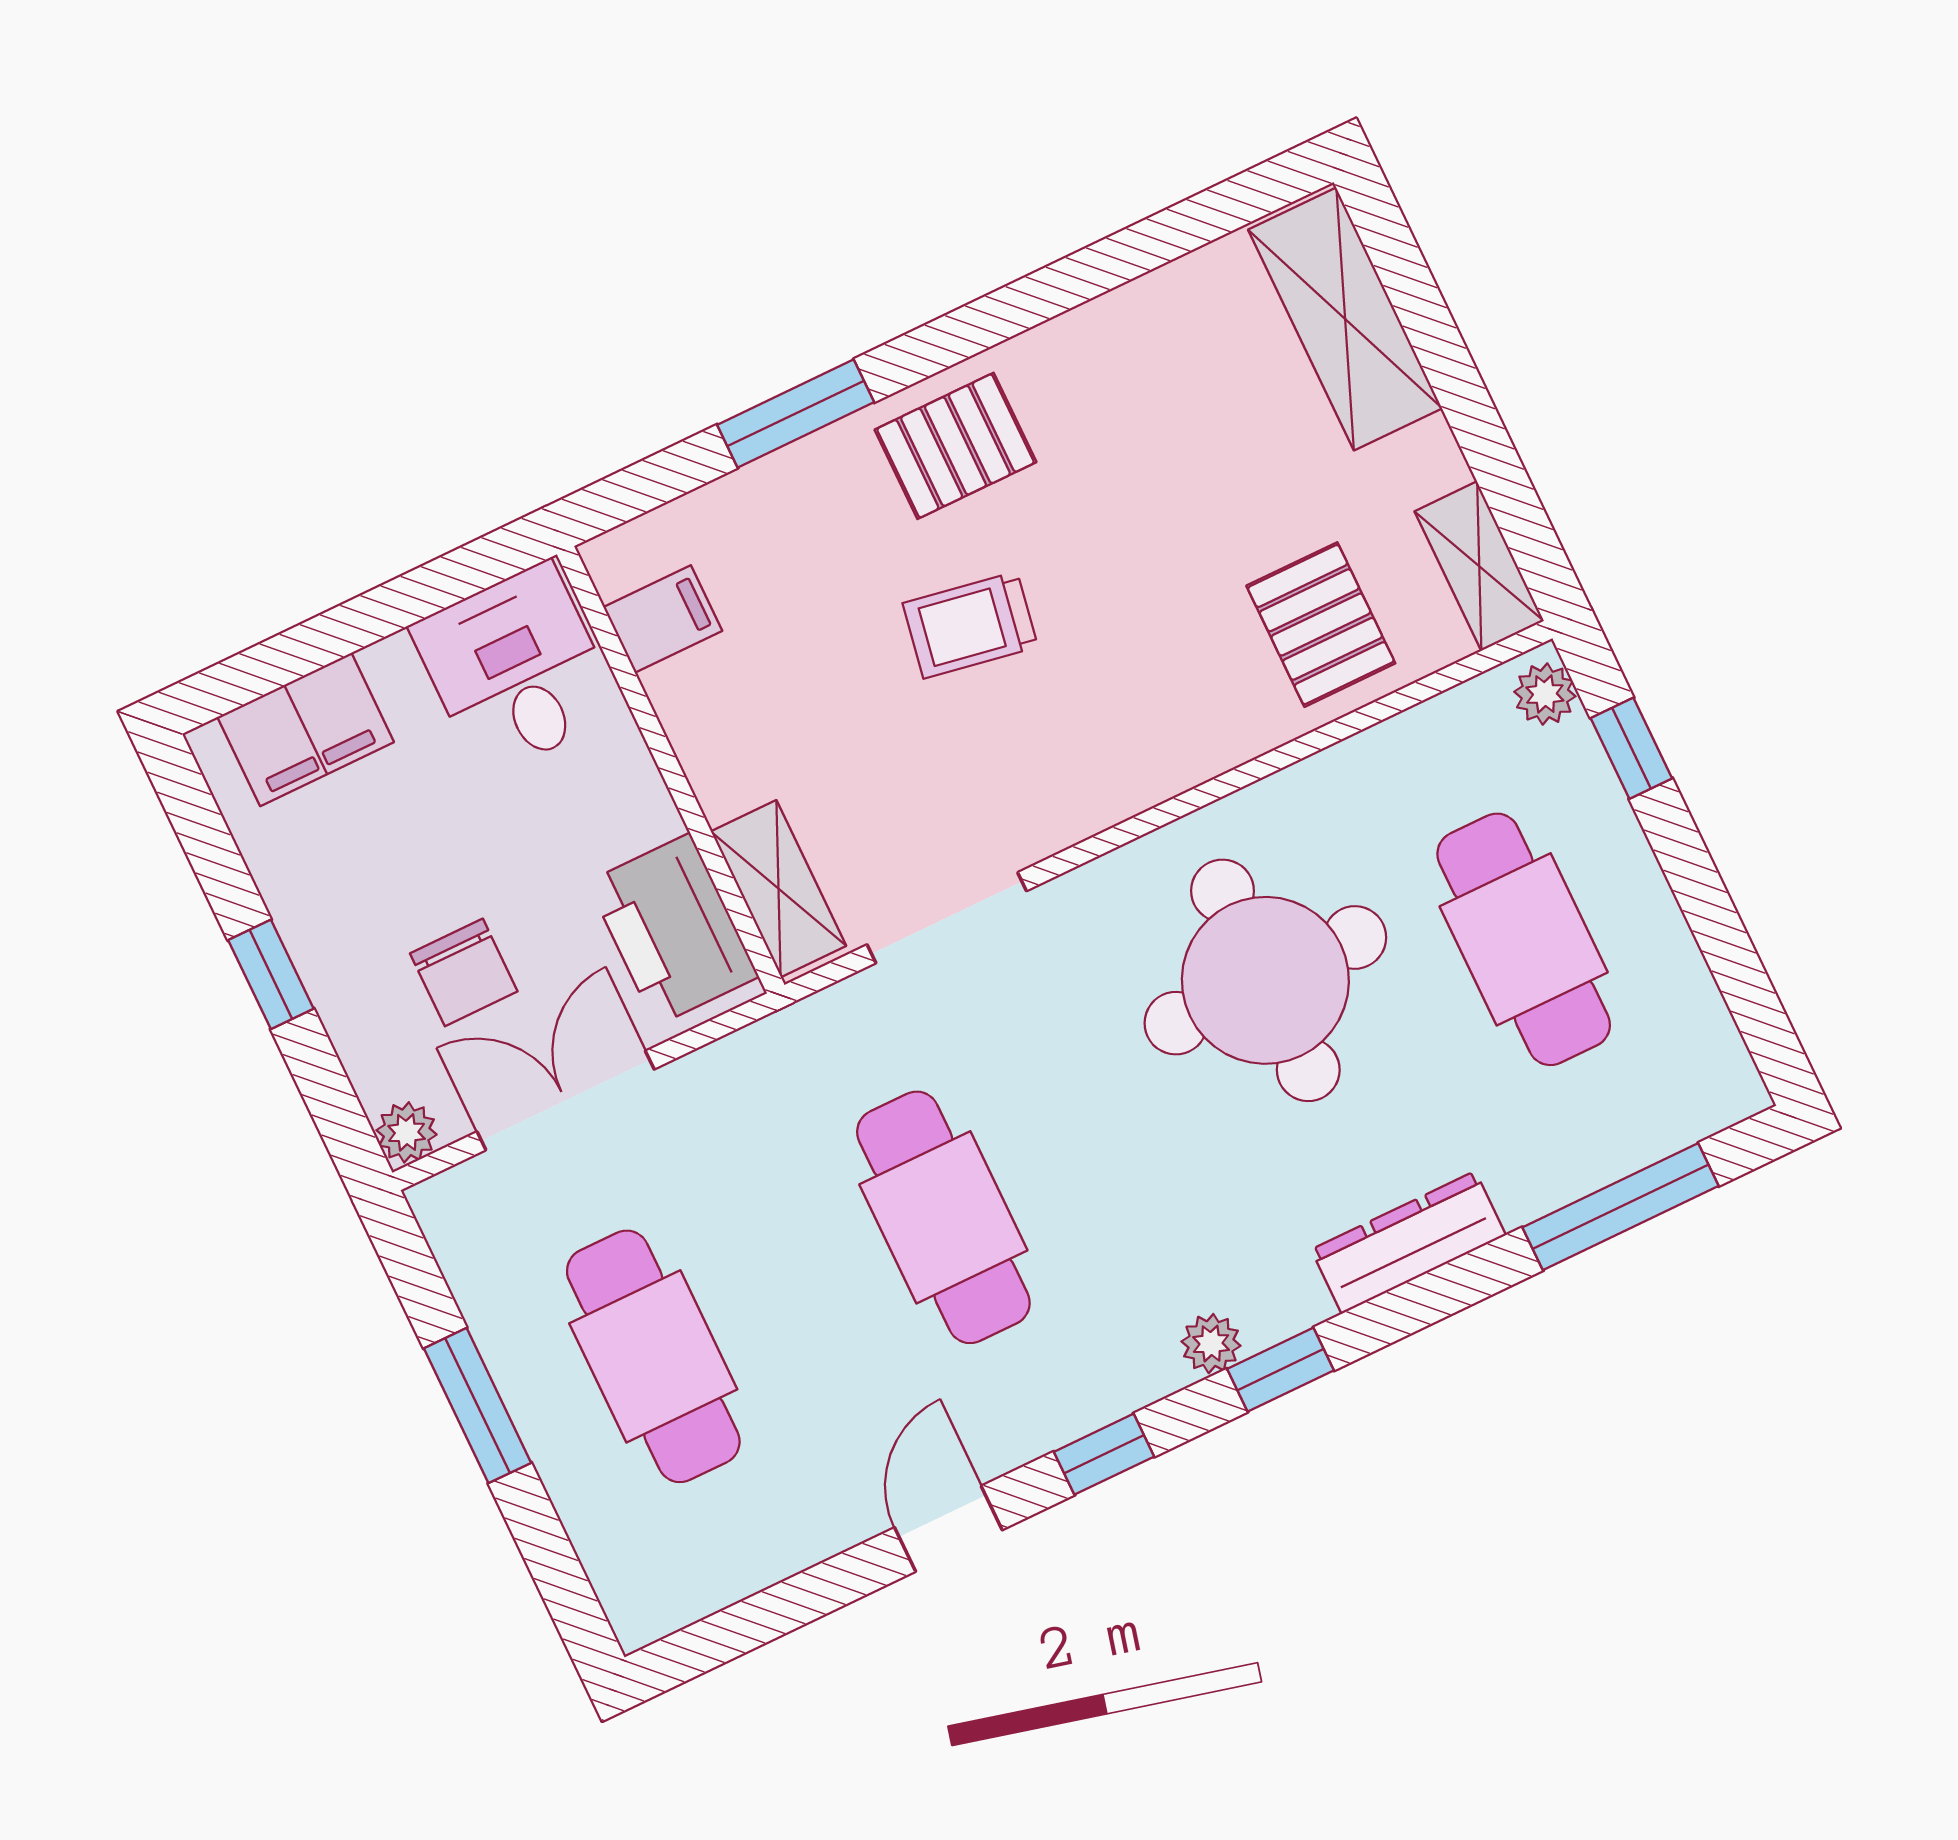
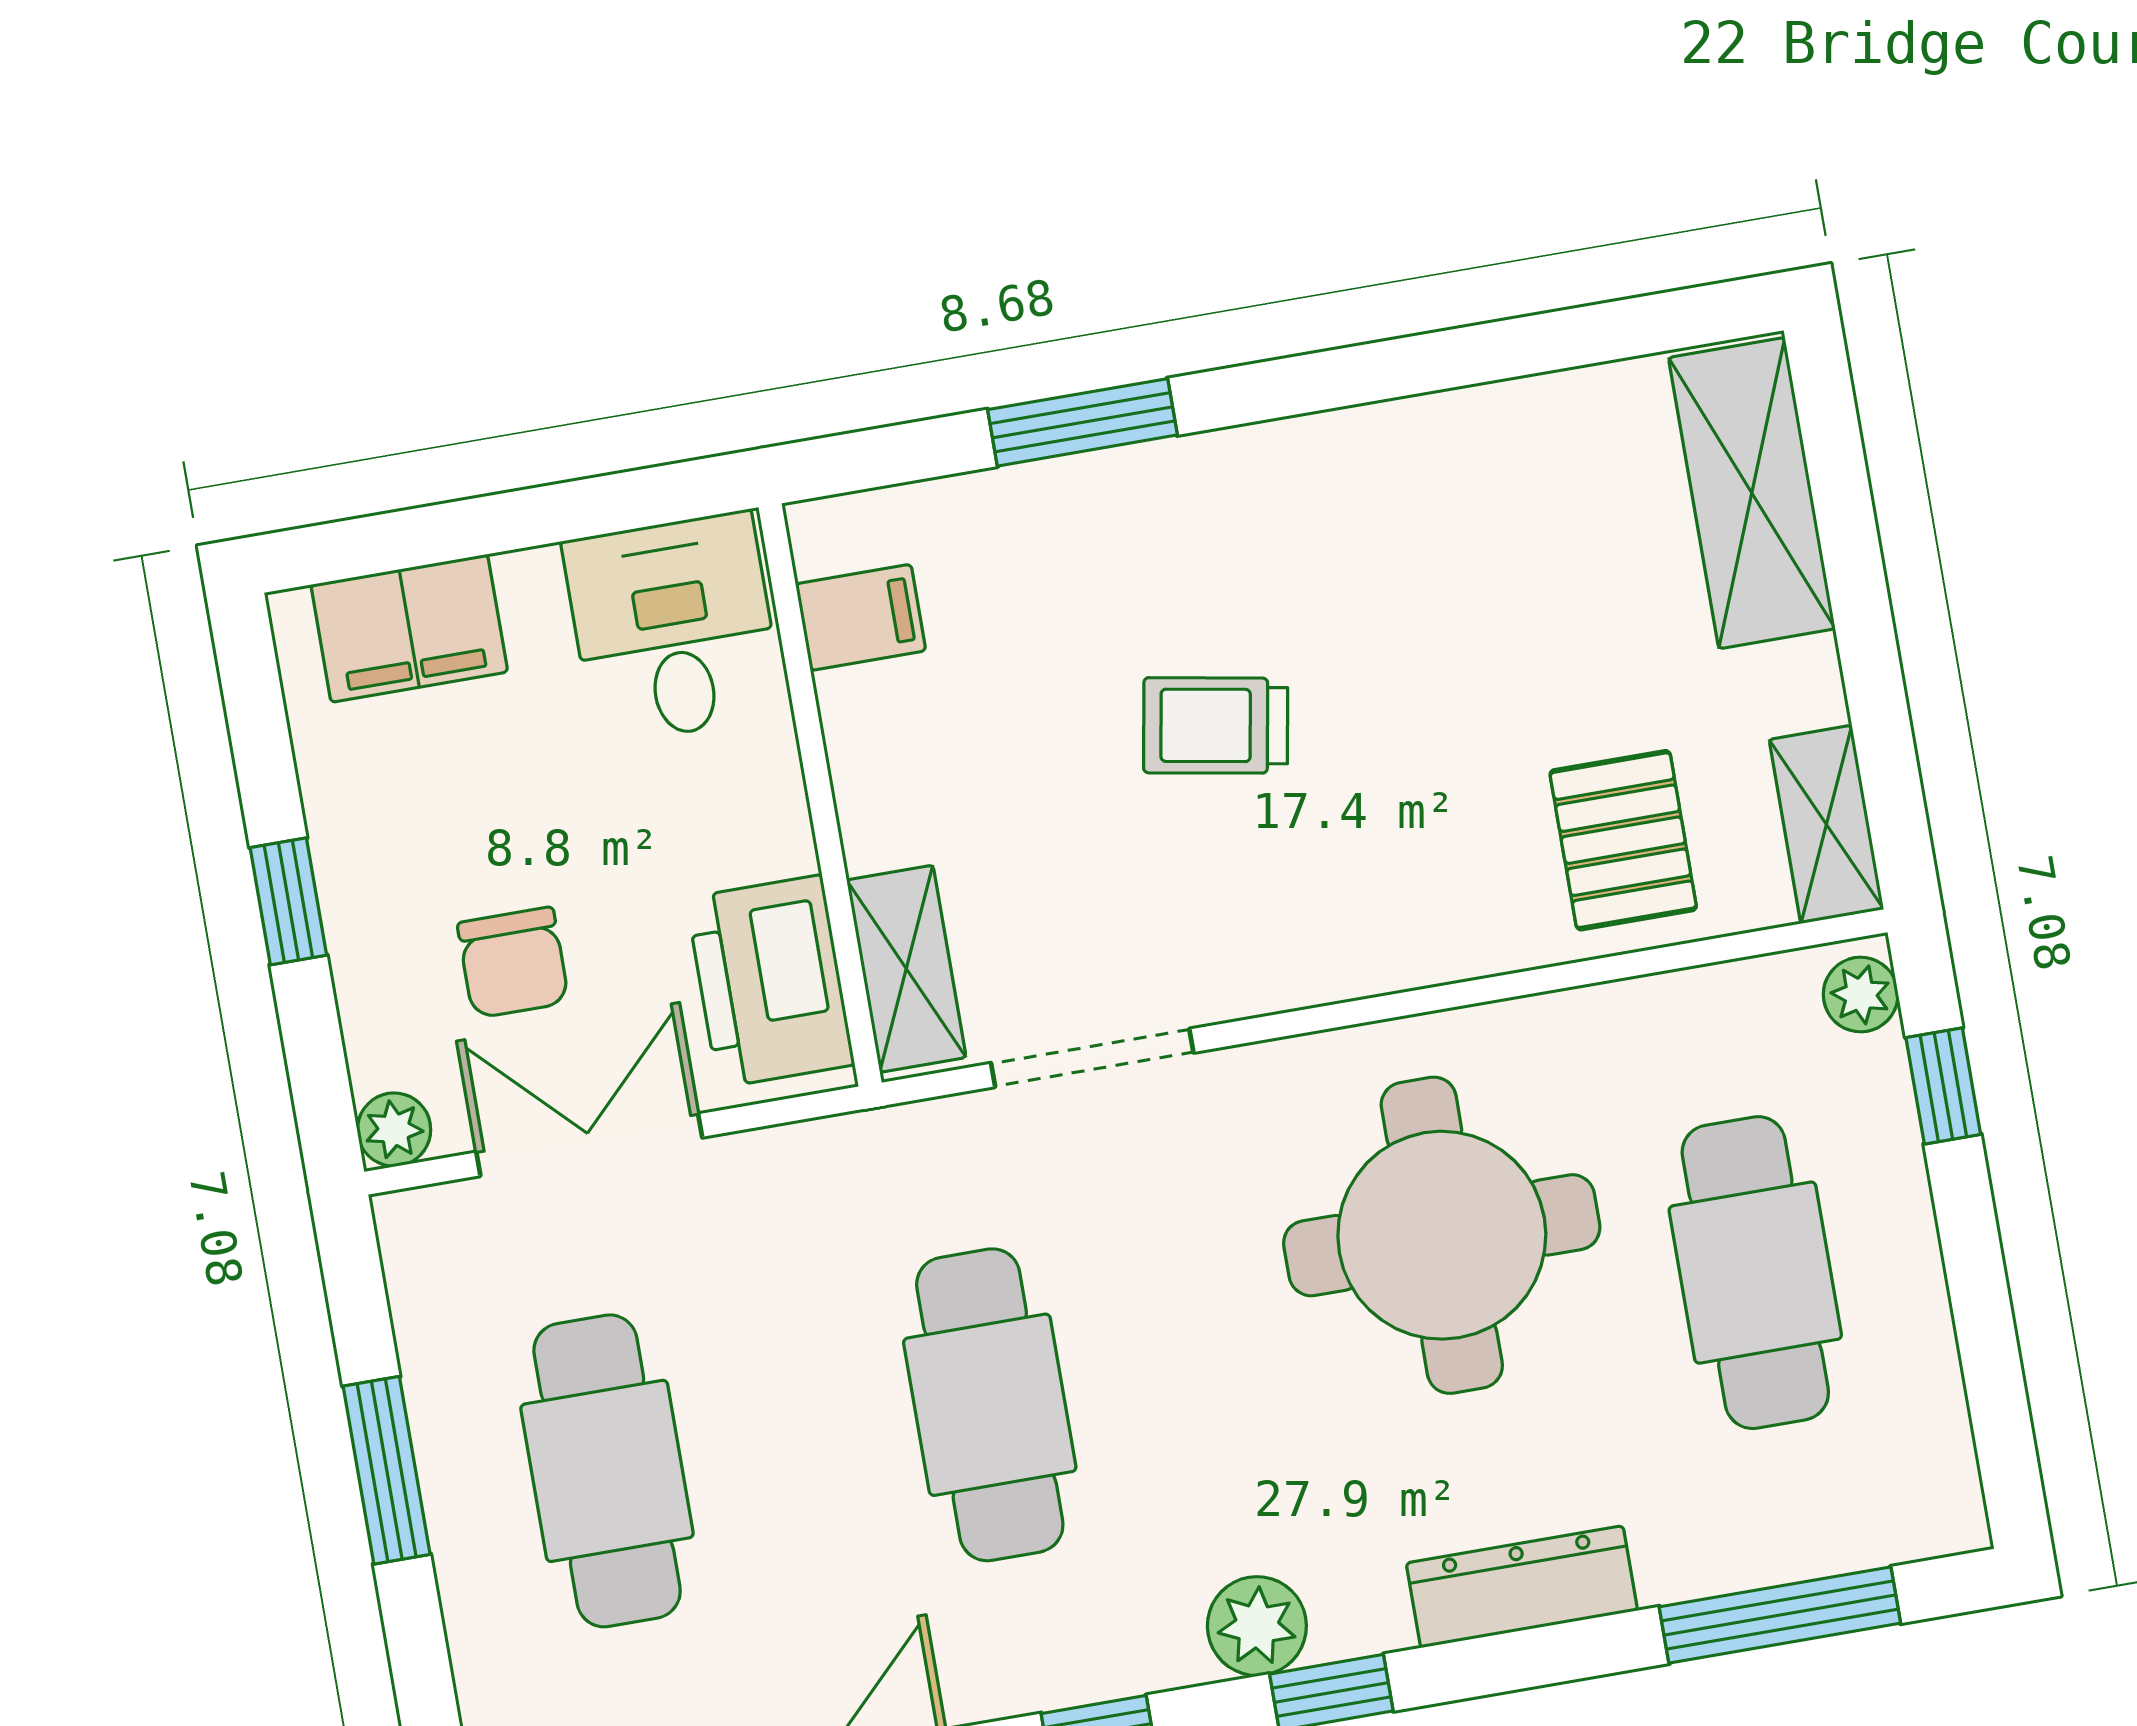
pallet: (955, 446) -> (1257, 512), removed
plant: (1211, 1344) -> (1257, 1626), width x1.38, depth x1.38

